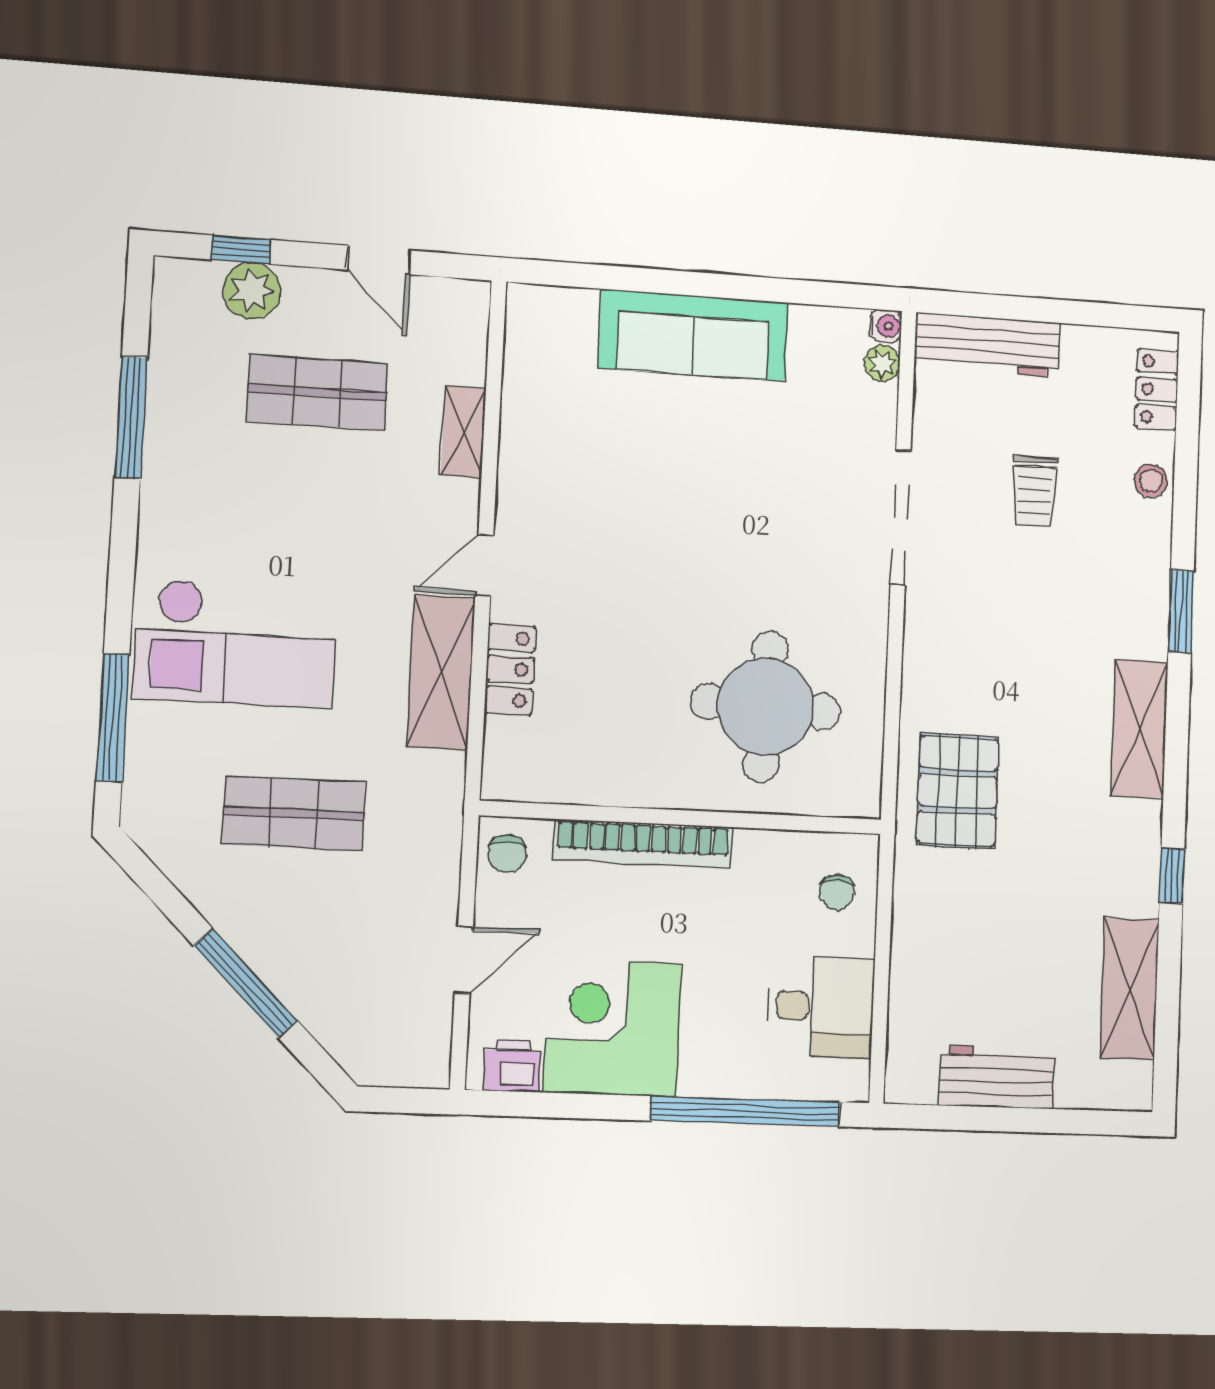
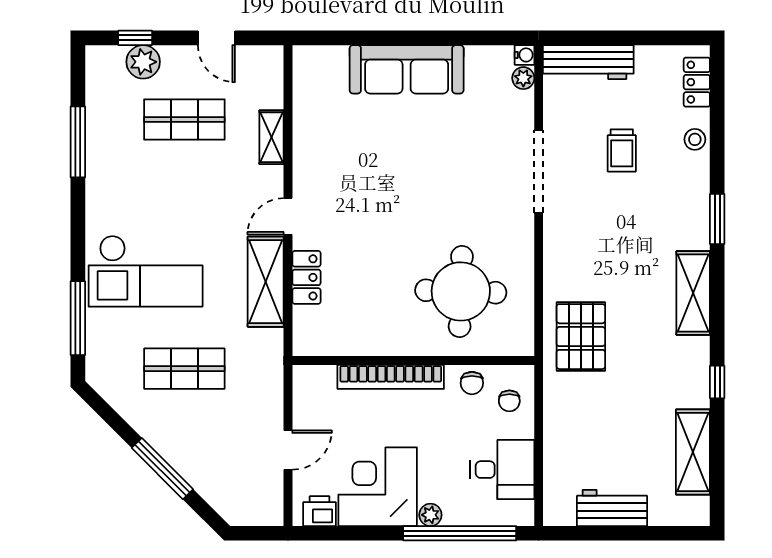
chair: (507, 854) -> (472, 383), moved
plant: (698, 1079) -> (430, 515), added

